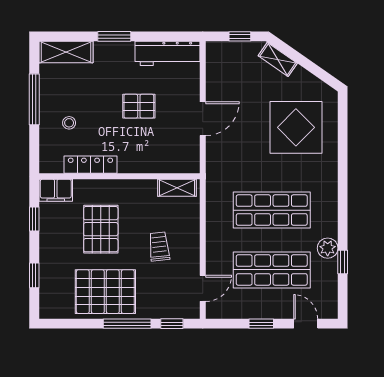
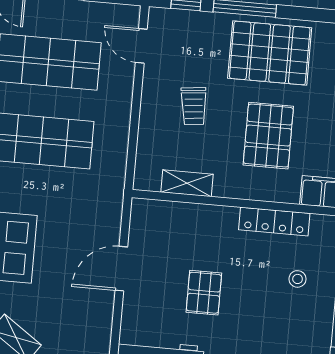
pallet: (139, 106) -> (204, 293), turned 90
shelving: (177, 188) -> (187, 183), moved
door: (203, 288) -> (141, 46), hinge flipped

